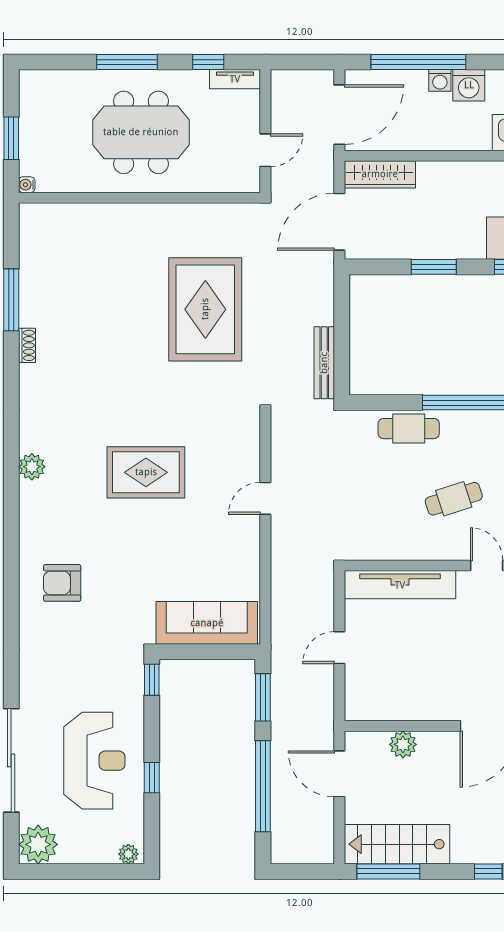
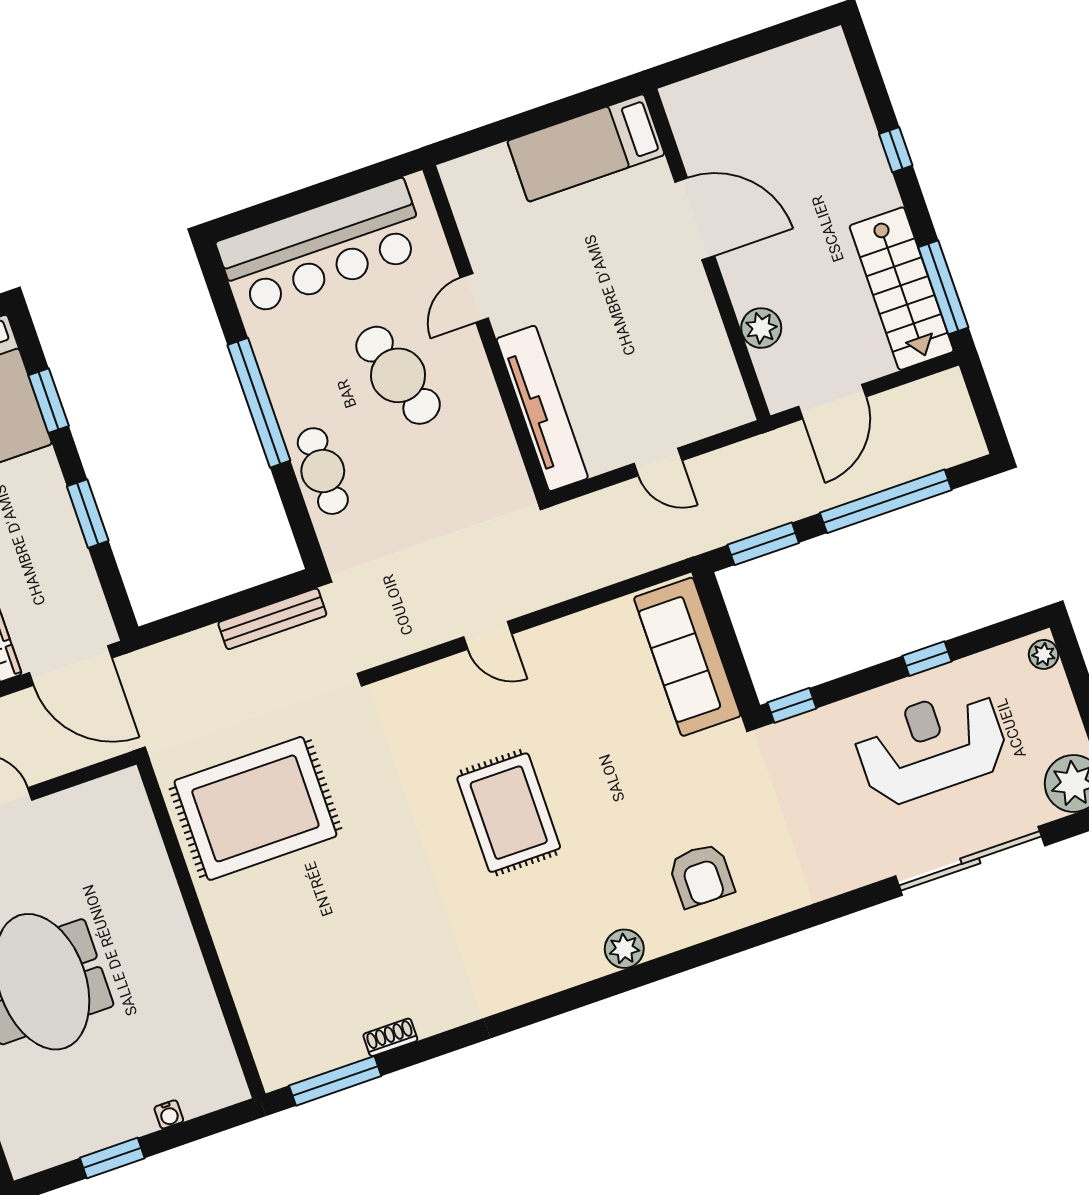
wall: (139, 198) -> (201, 929), moved
plant: (32, 467) -> (624, 949), moved
cafe table: (454, 499) -> (398, 375), width x1.37, depth x1.35

